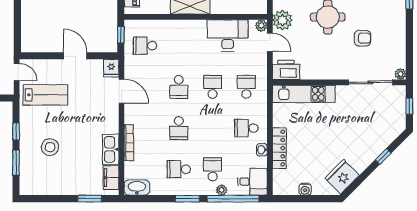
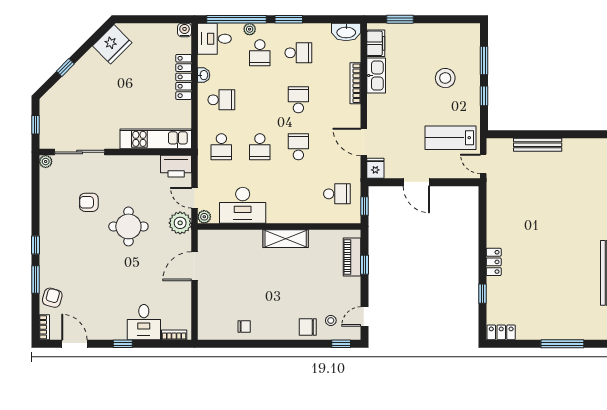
water cooler: (305, 189) -> (185, 30), moved

